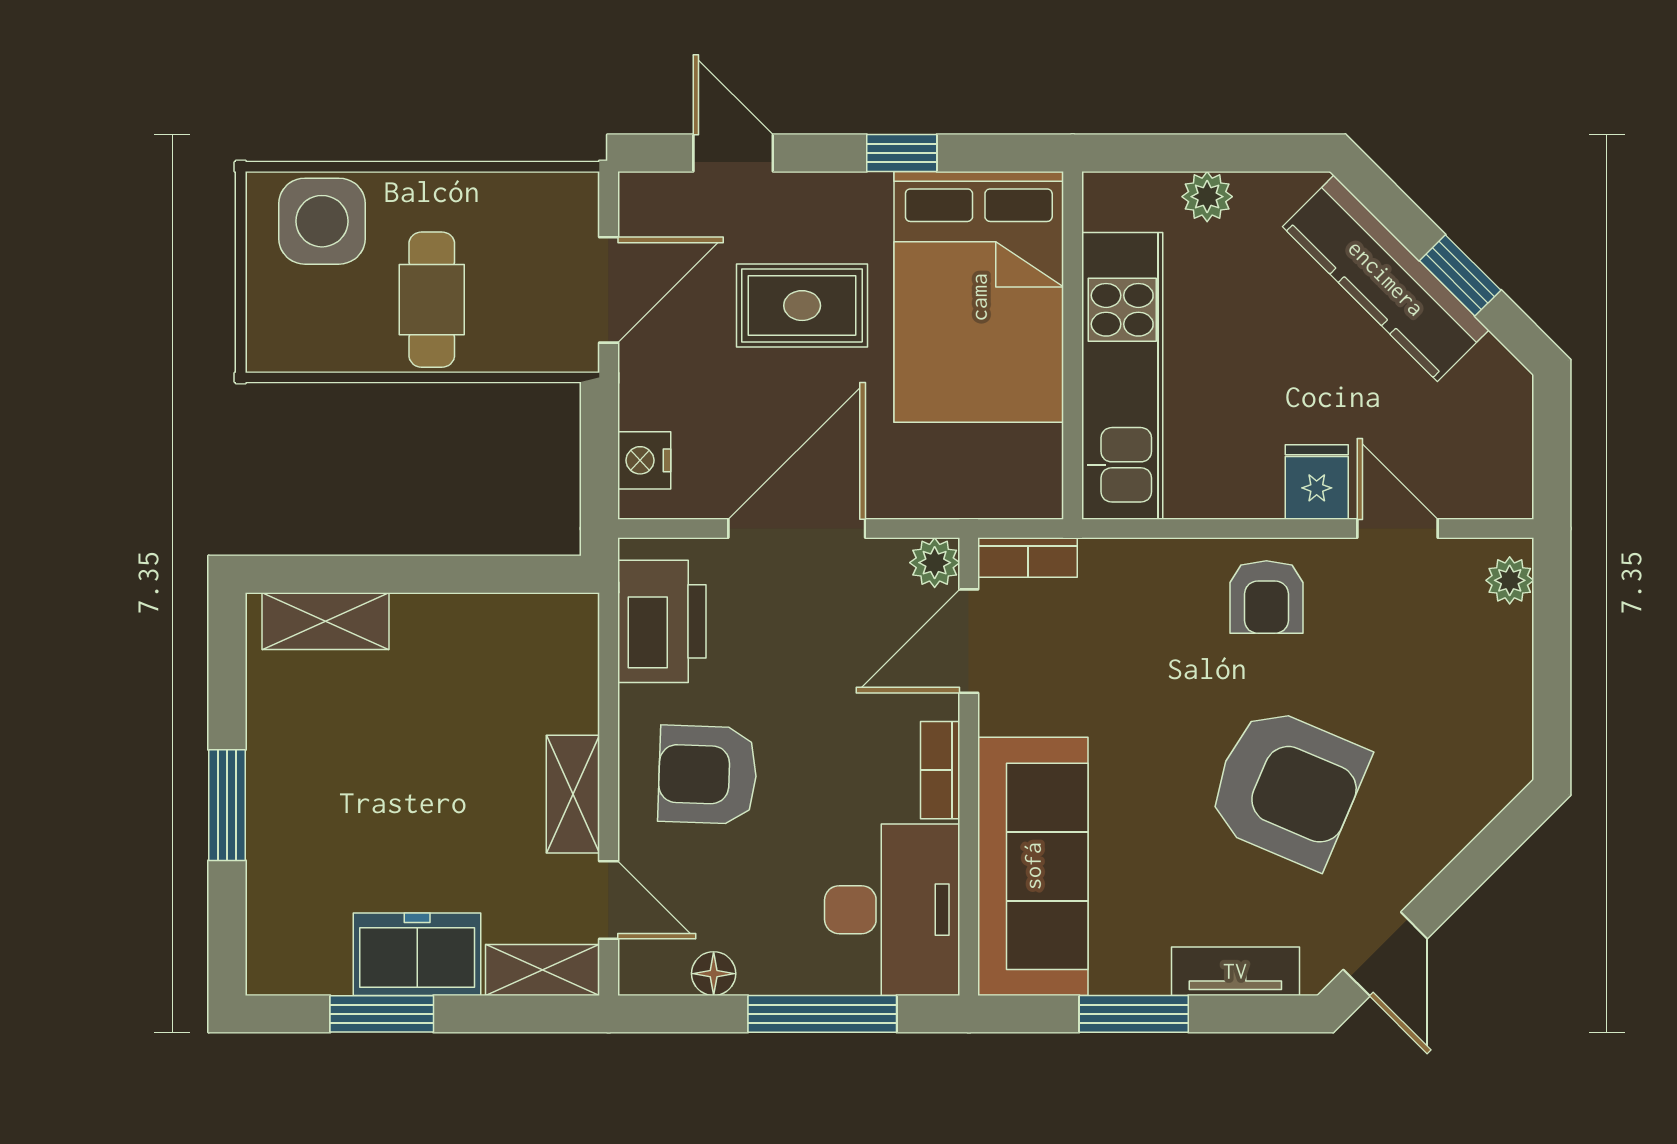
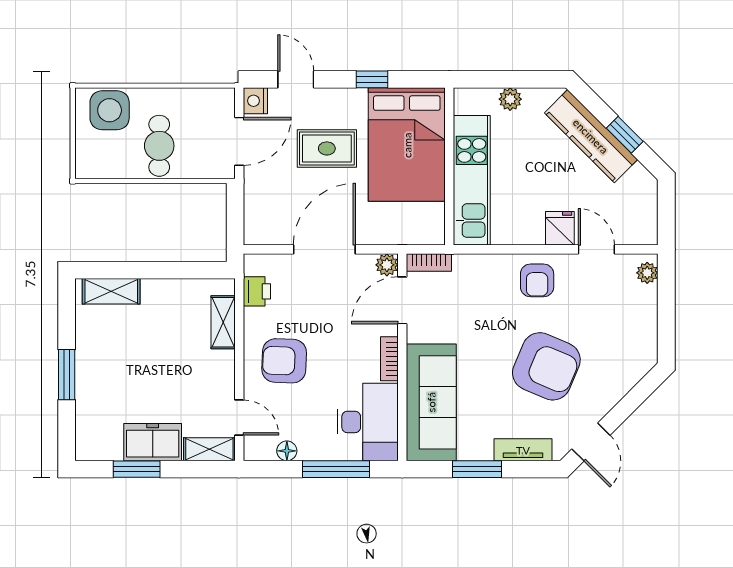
nightstand: (644, 460) -> (255, 101), moved
printer: (662, 621) -> (257, 291), width x0.53, depth x0.68
shelving: (573, 794) -> (223, 322), moved

